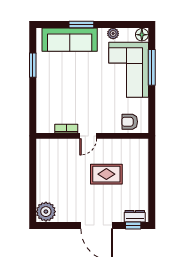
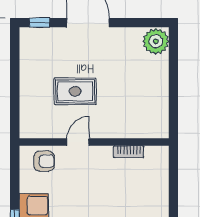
door: (88, 136) -> (78, 142), moved
dresser: (135, 216) -> (37, 35), removed

